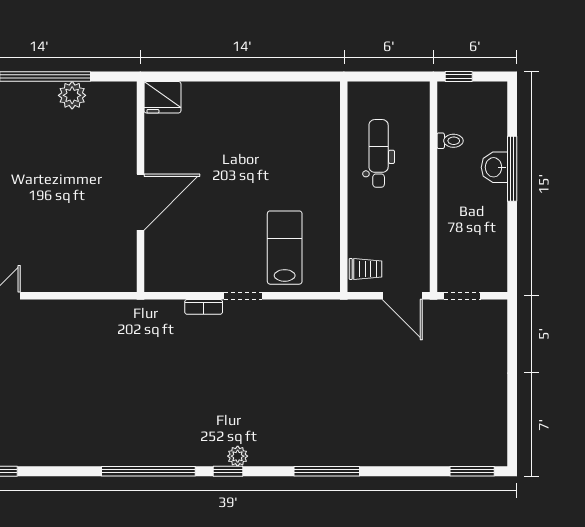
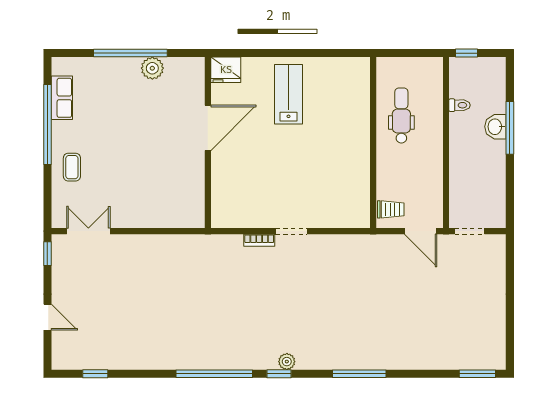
door: (140, 202) -> (208, 128), moved
lab bench: (285, 248) -> (288, 94), moved

